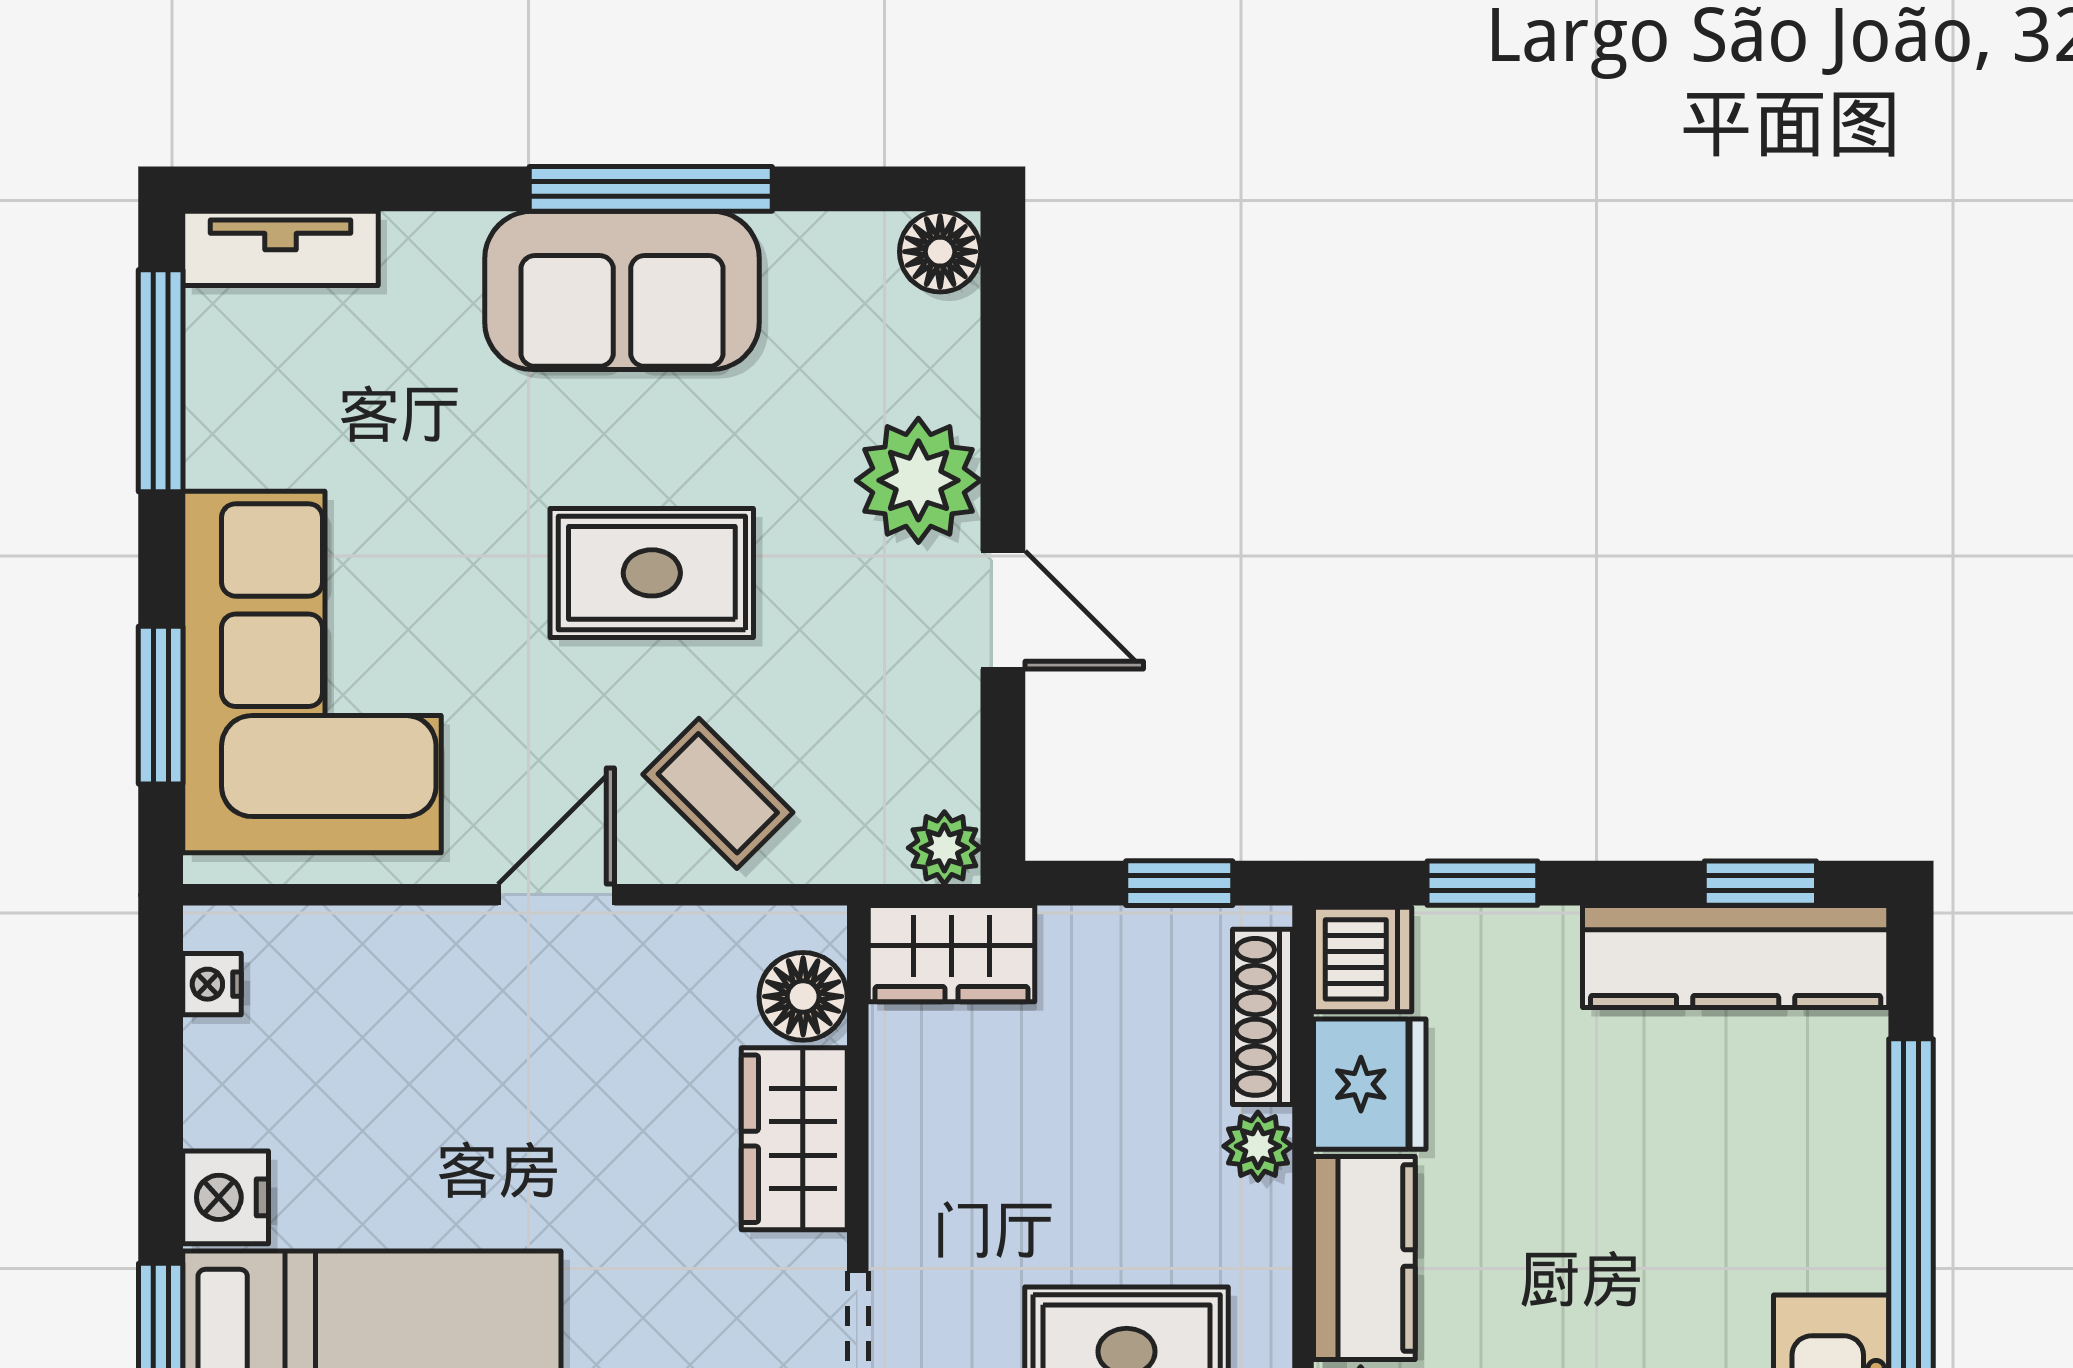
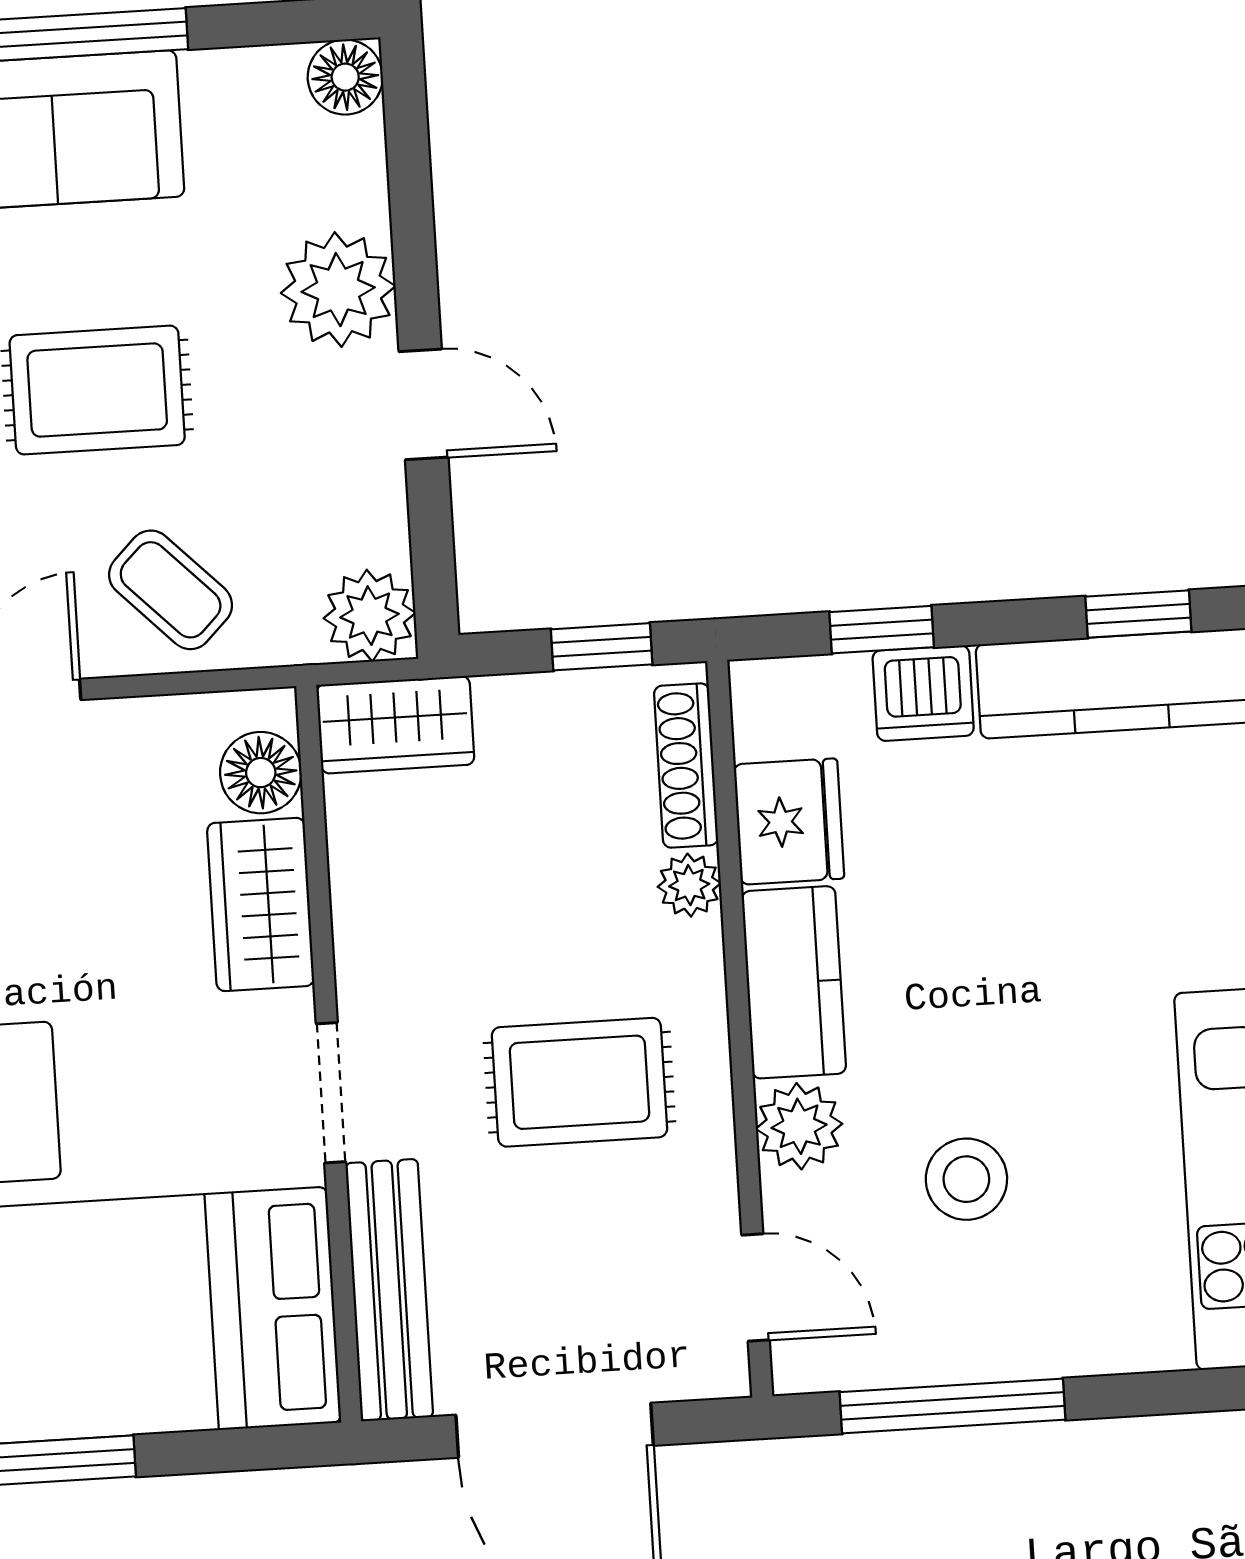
plant: (944, 848) -> (369, 616), width x1.38, depth x1.38
dishwasher: (1363, 959) -> (923, 693), moved, turned 90

